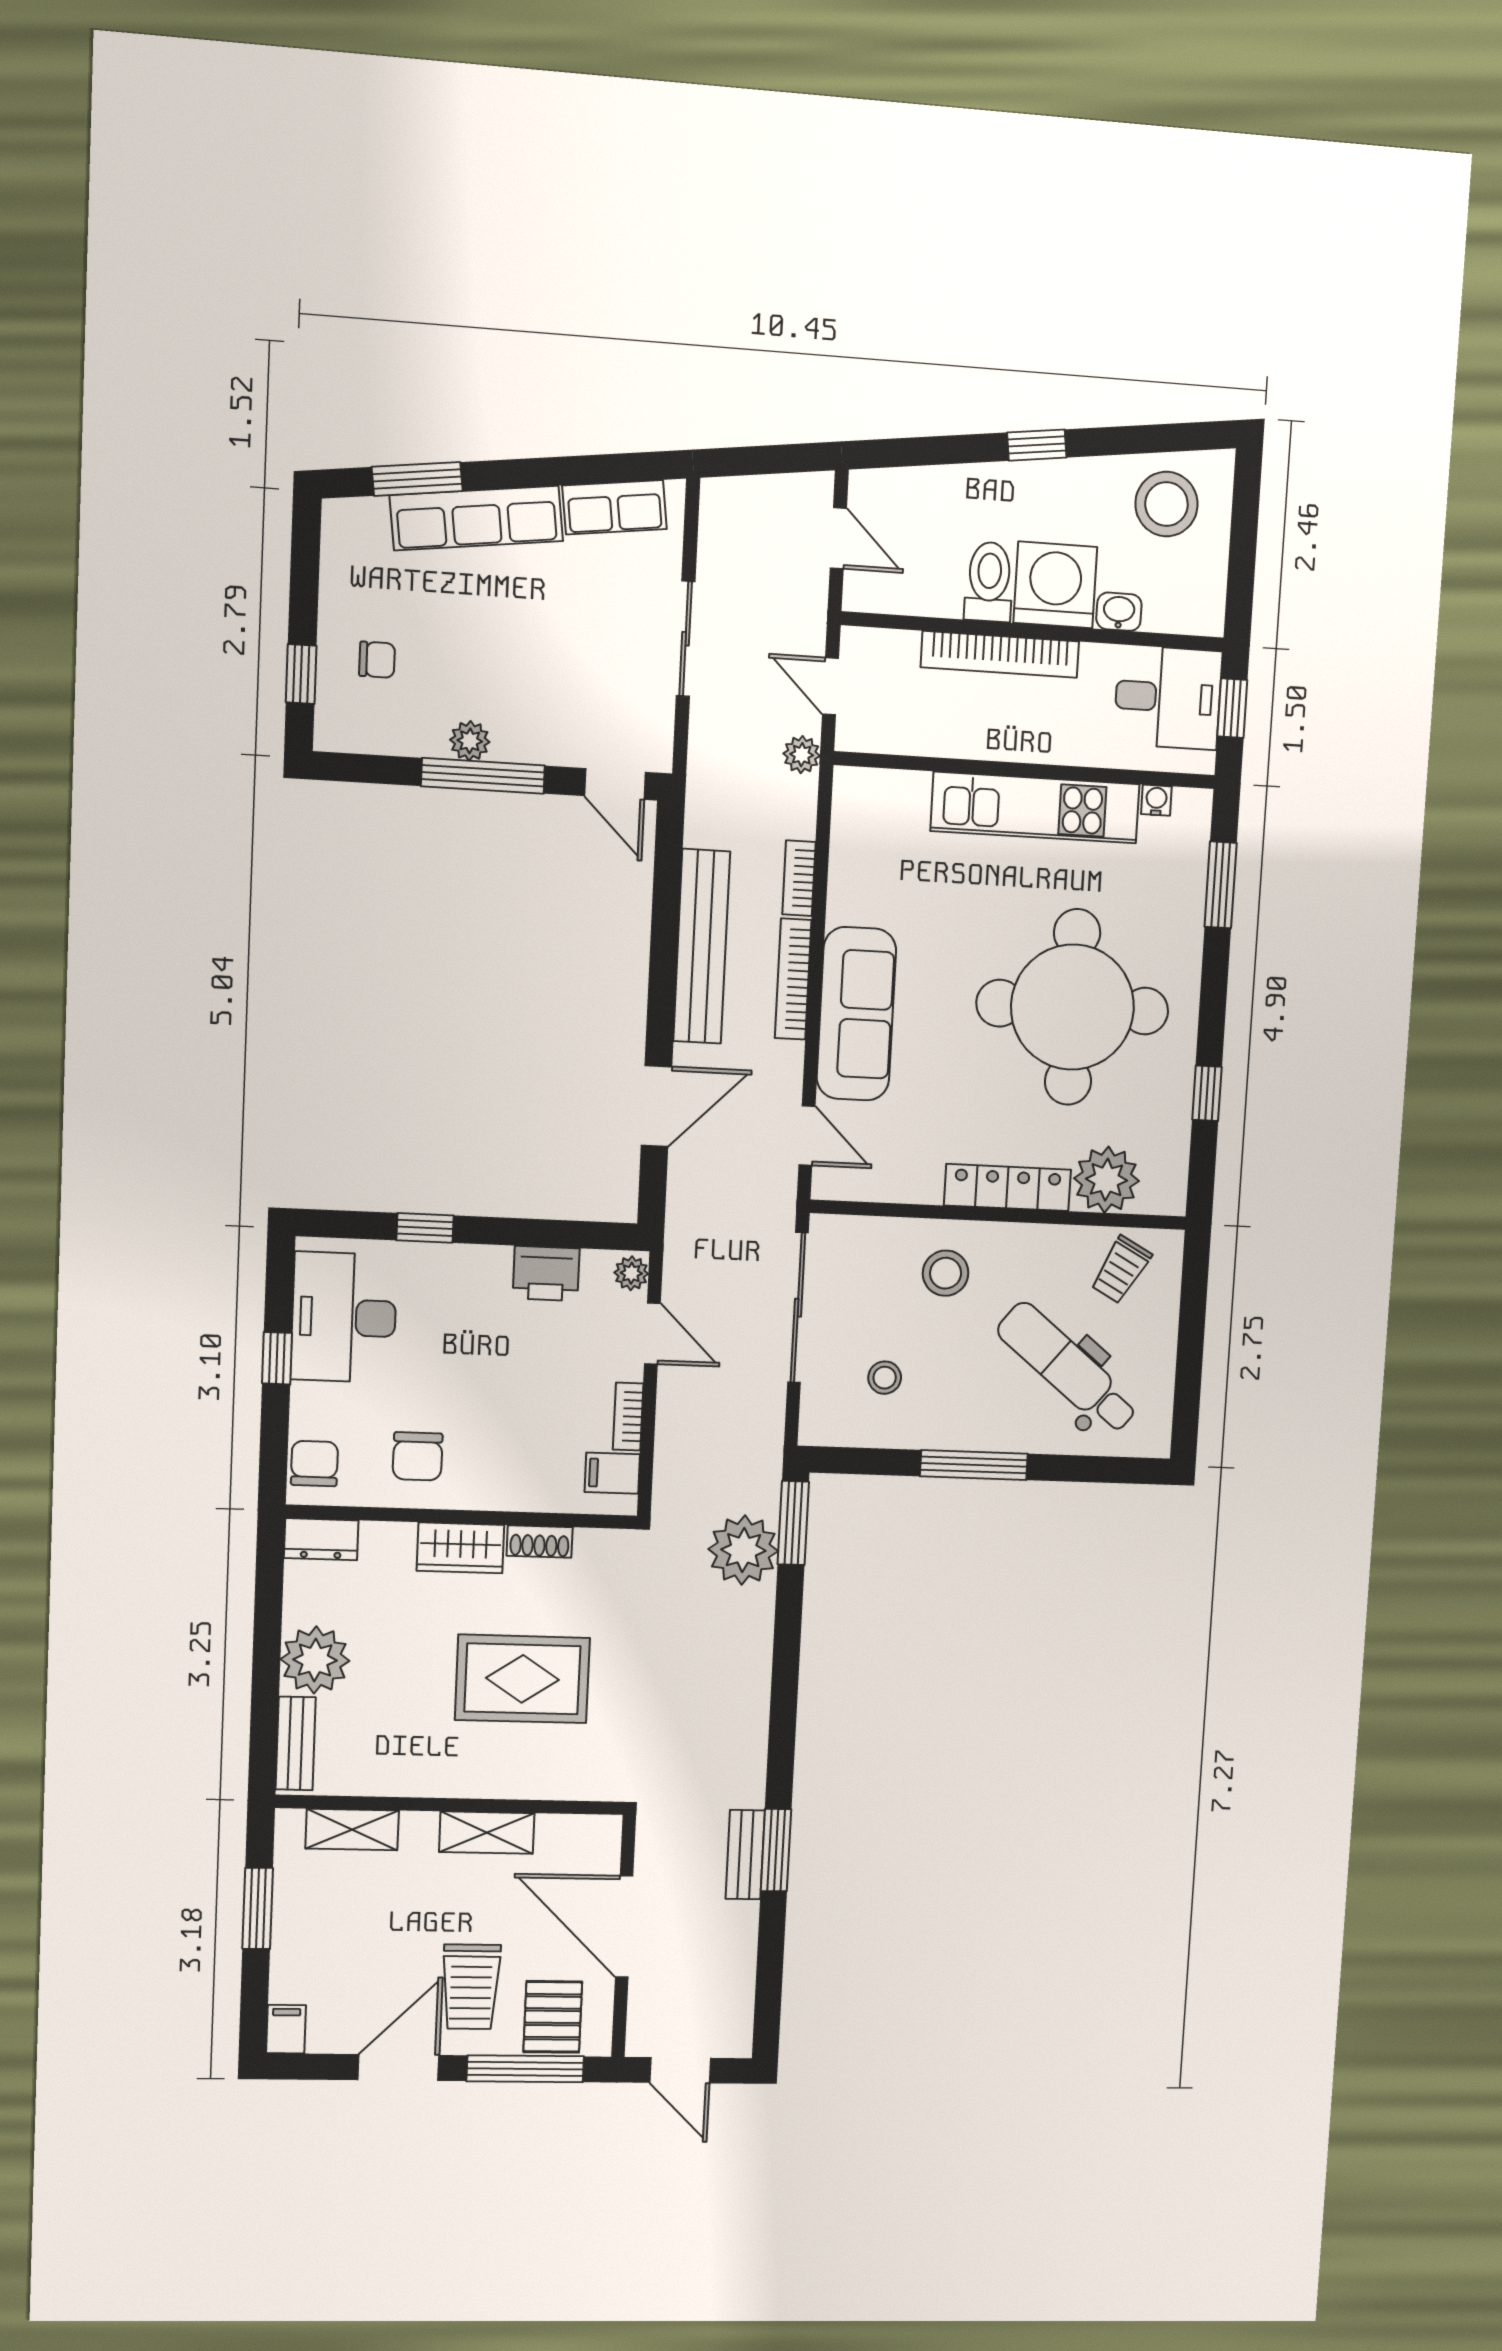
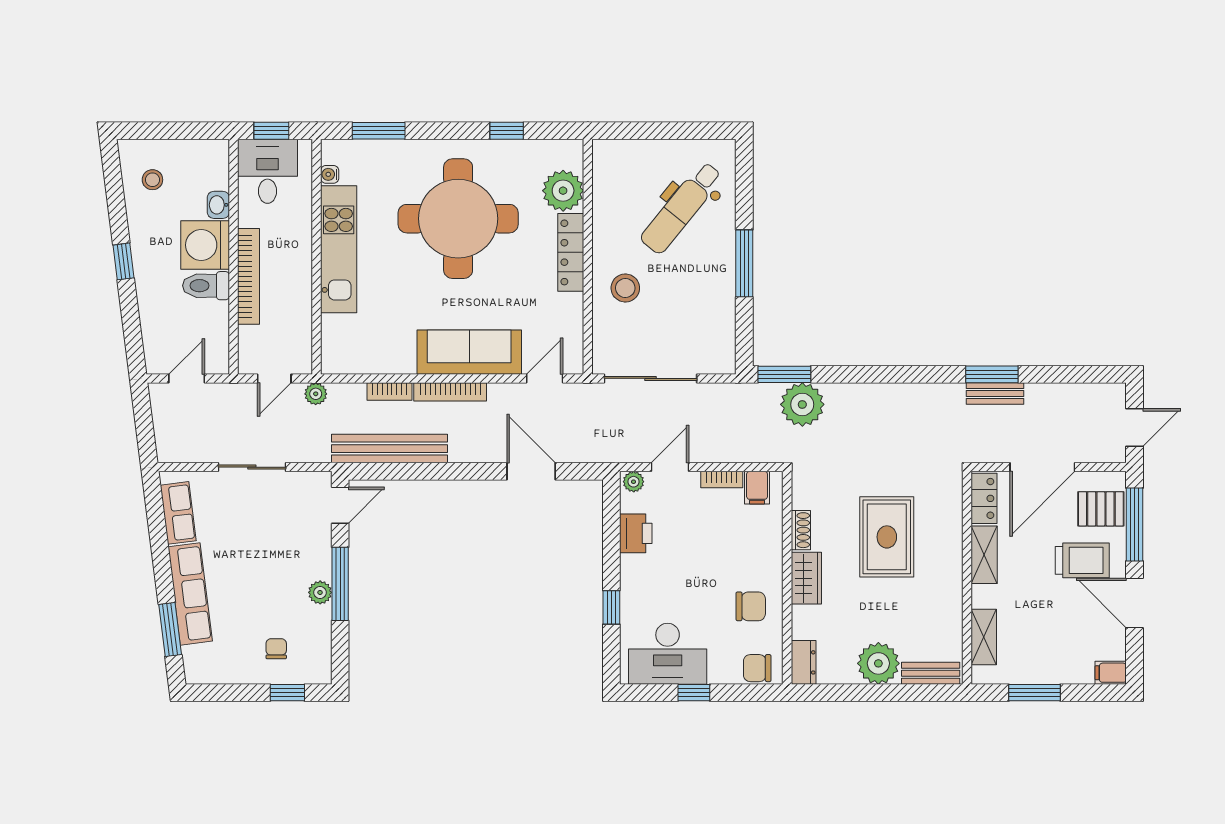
stool: (1166, 504) -> (152, 180), width x0.53, depth x0.53
bench: (702, 946) -> (390, 449), moved
trolley: (1121, 1270) -> (619, 178), removed
stool: (885, 1378) -> (692, 322), removed
locker: (578, 1834) -> (984, 498), added

